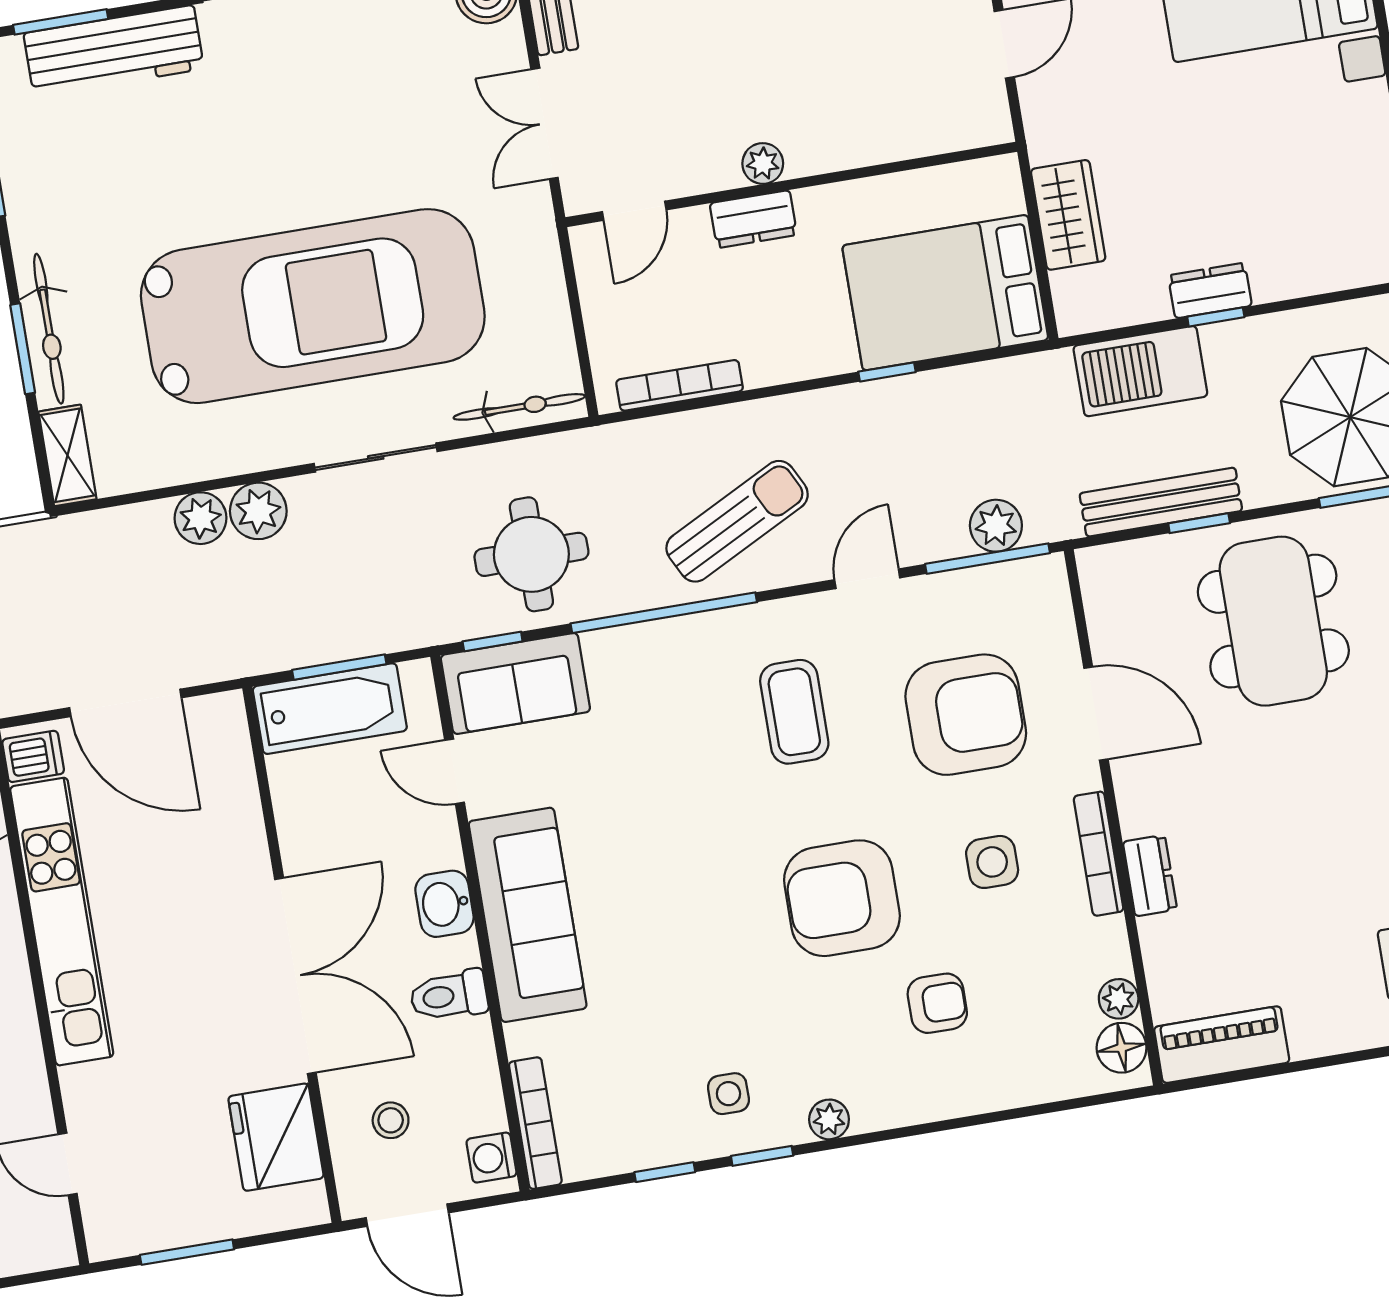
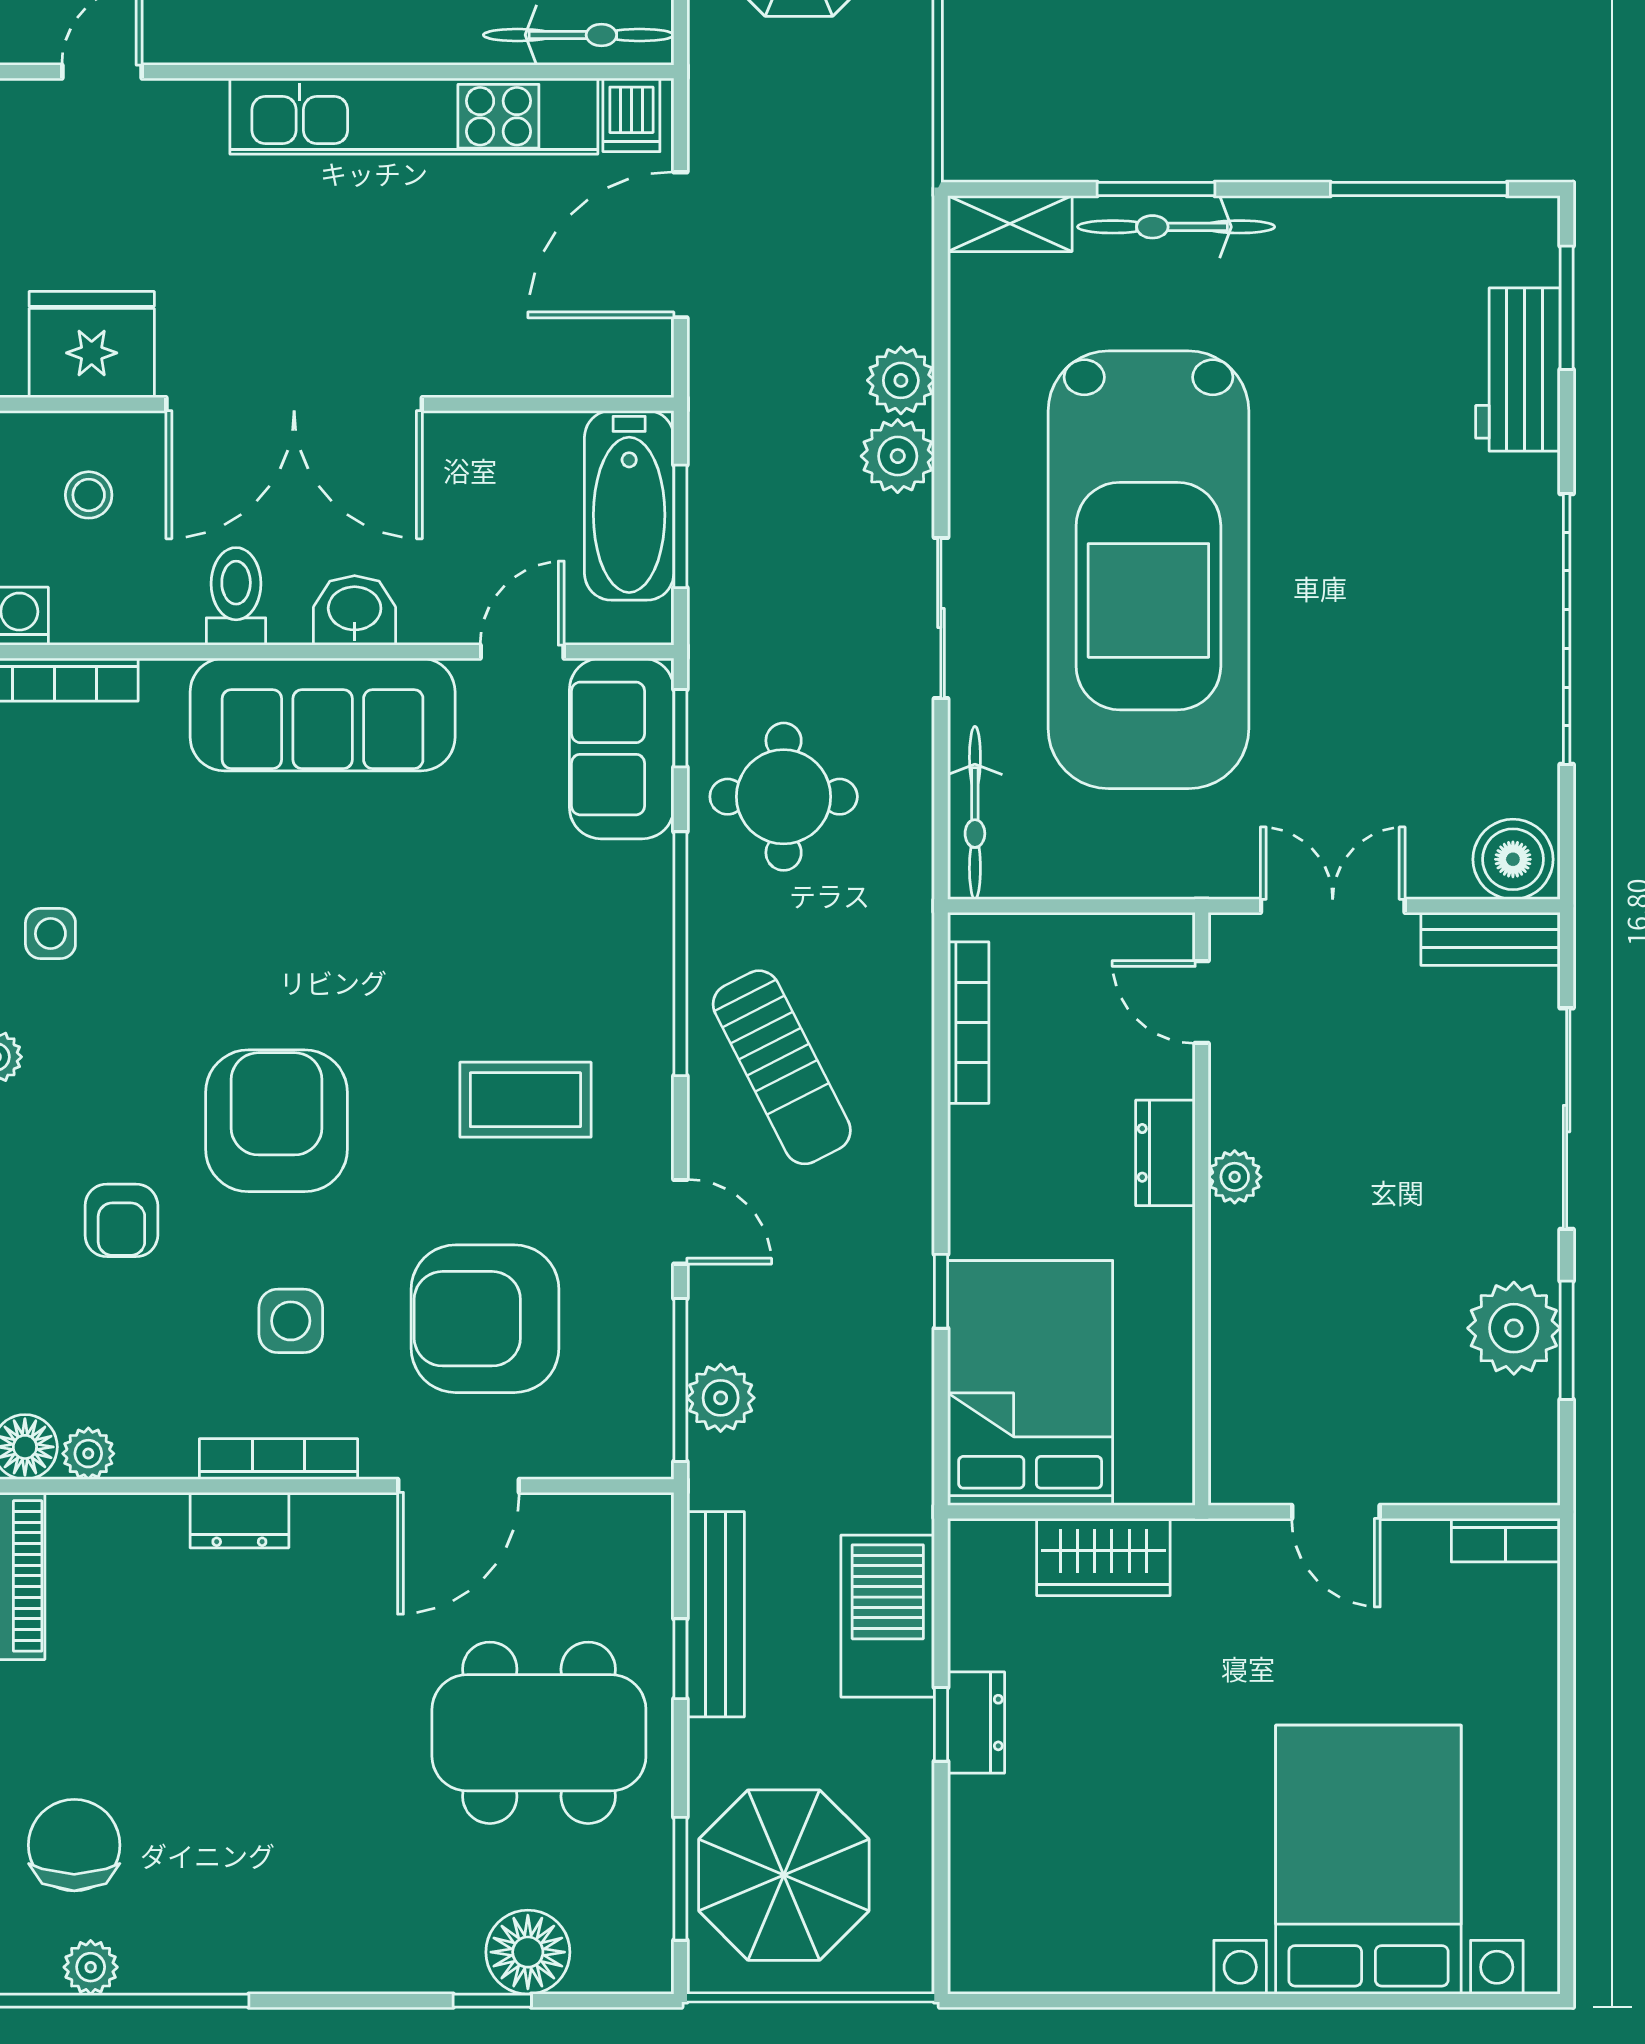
workbench: (114, 51) -> (1518, 370), width x0.73
armchair: (966, 715) -> (485, 1319), turned 90

